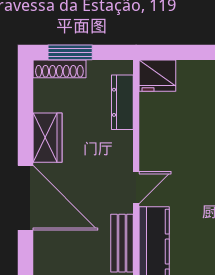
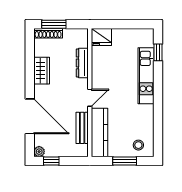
dresser: (122, 102) -> (82, 63), moved
door: (25, 198) -> (30, 116), moved

